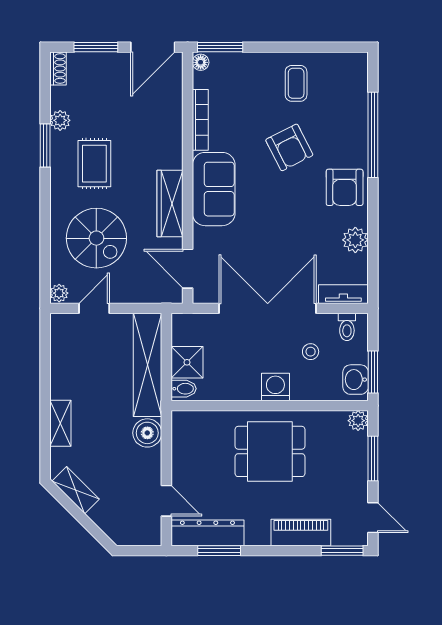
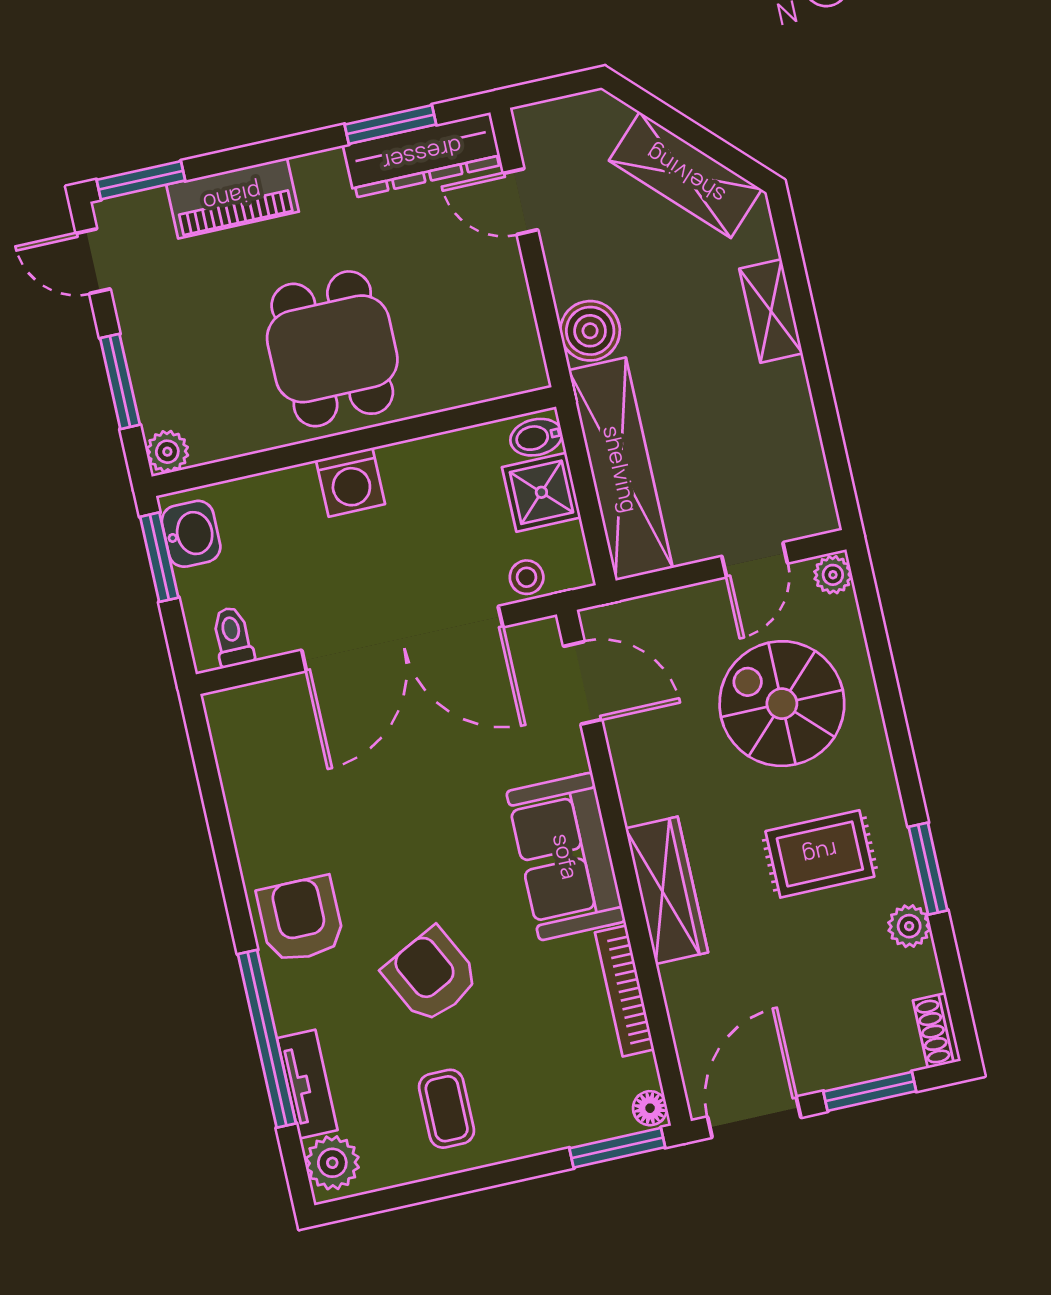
rug: (94, 164) -> (820, 854), turned 90
wardrobe: (170, 204) -> (667, 890), moved
plant: (355, 240) -> (332, 1163), moved
tv unit: (343, 294) -> (307, 1084), moved, turned -90
stool: (311, 352) -> (527, 577), moved
dining table: (270, 451) -> (332, 349), turned 90
shelving: (76, 490) -> (685, 175), width x1.50, depth x1.33

